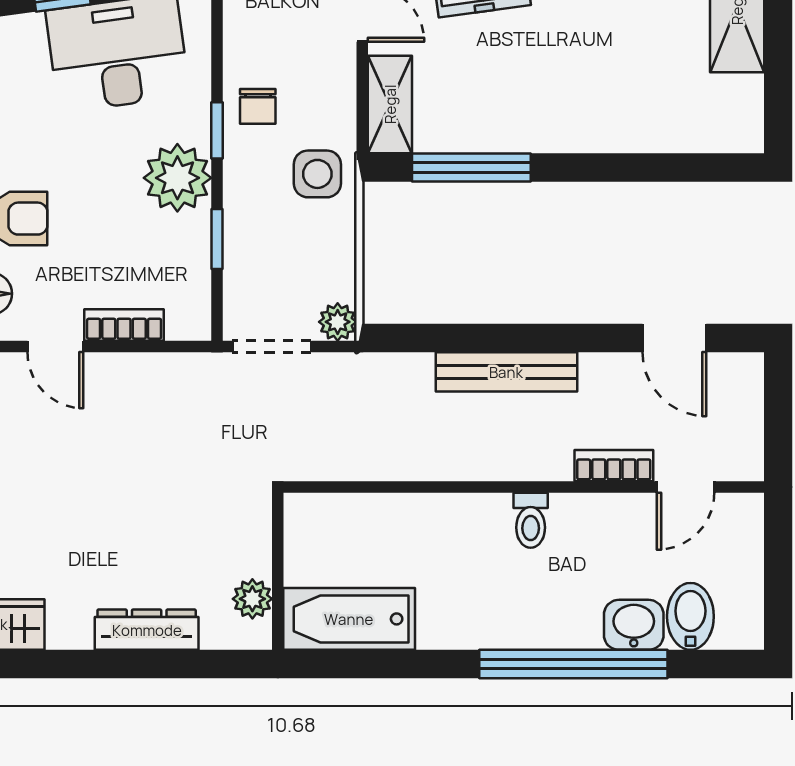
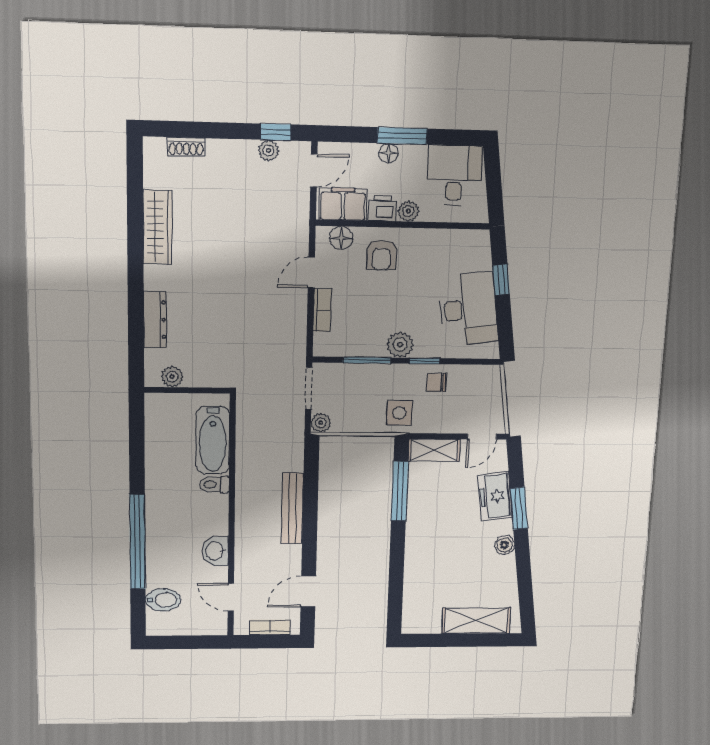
plant: (177, 178) -> (400, 345), width x0.73, depth x0.73
window: (217, 239) -> (367, 360), width x1.50
bookcase: (614, 466) -> (270, 627), moved, turned -90
toilet: (531, 520) -> (214, 484), moved
bathtub: (349, 619) -> (213, 440), moved, turned 180
washbasin: (634, 625) -> (215, 551), moved, turned 180

